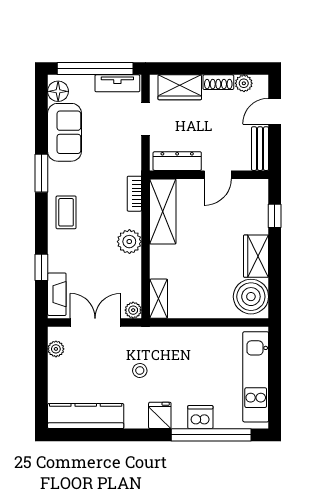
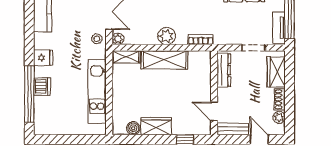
door: (218, 175) -> (214, 111), moved
shelving: (163, 212) -> (164, 60), moved
boiler: (251, 297) -> (133, 128), width x0.54, depth x0.54
stool: (140, 371) -> (97, 39), moved
kitchen unit: (256, 377) -> (97, 91), moved, turned -90

